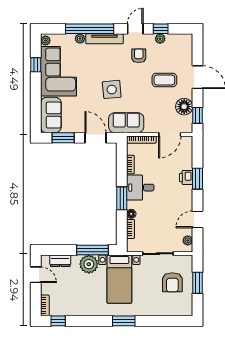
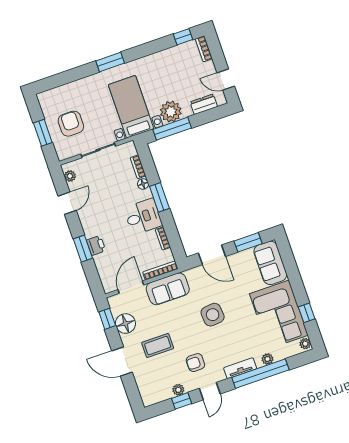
tv unit: (105, 39) -> (240, 368), width x0.71
armchair: (139, 56) -> (195, 363), turned 90
sofa: (126, 123) -> (168, 289), moved

